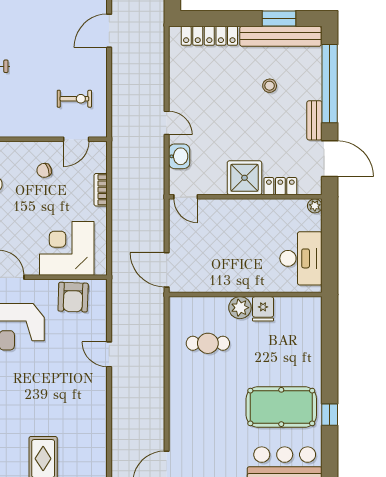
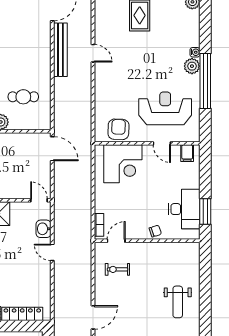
chair: (44, 170) -> (155, 231), moved
bookcase: (101, 190) -> (99, 225), moved
door: (109, 354) -> (93, 53), moved
bench: (155, 410) -> (60, 50), added

